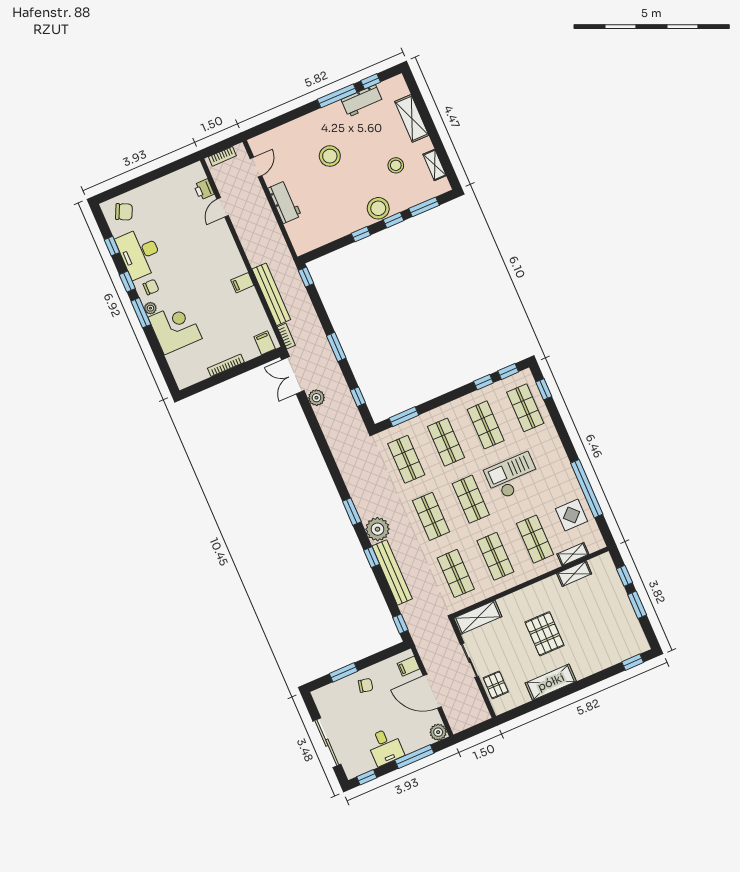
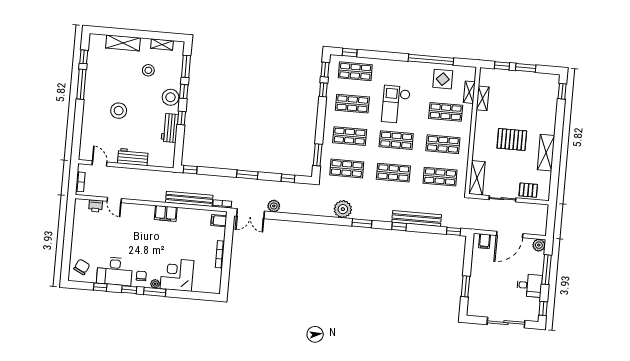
workbench: (362, 101) -> (170, 128), moved, turned 180
filing cabinet: (242, 283) -> (166, 213), width x2.00
plant: (377, 529) -> (343, 209), moved
chair: (366, 685) -> (482, 276), removed

